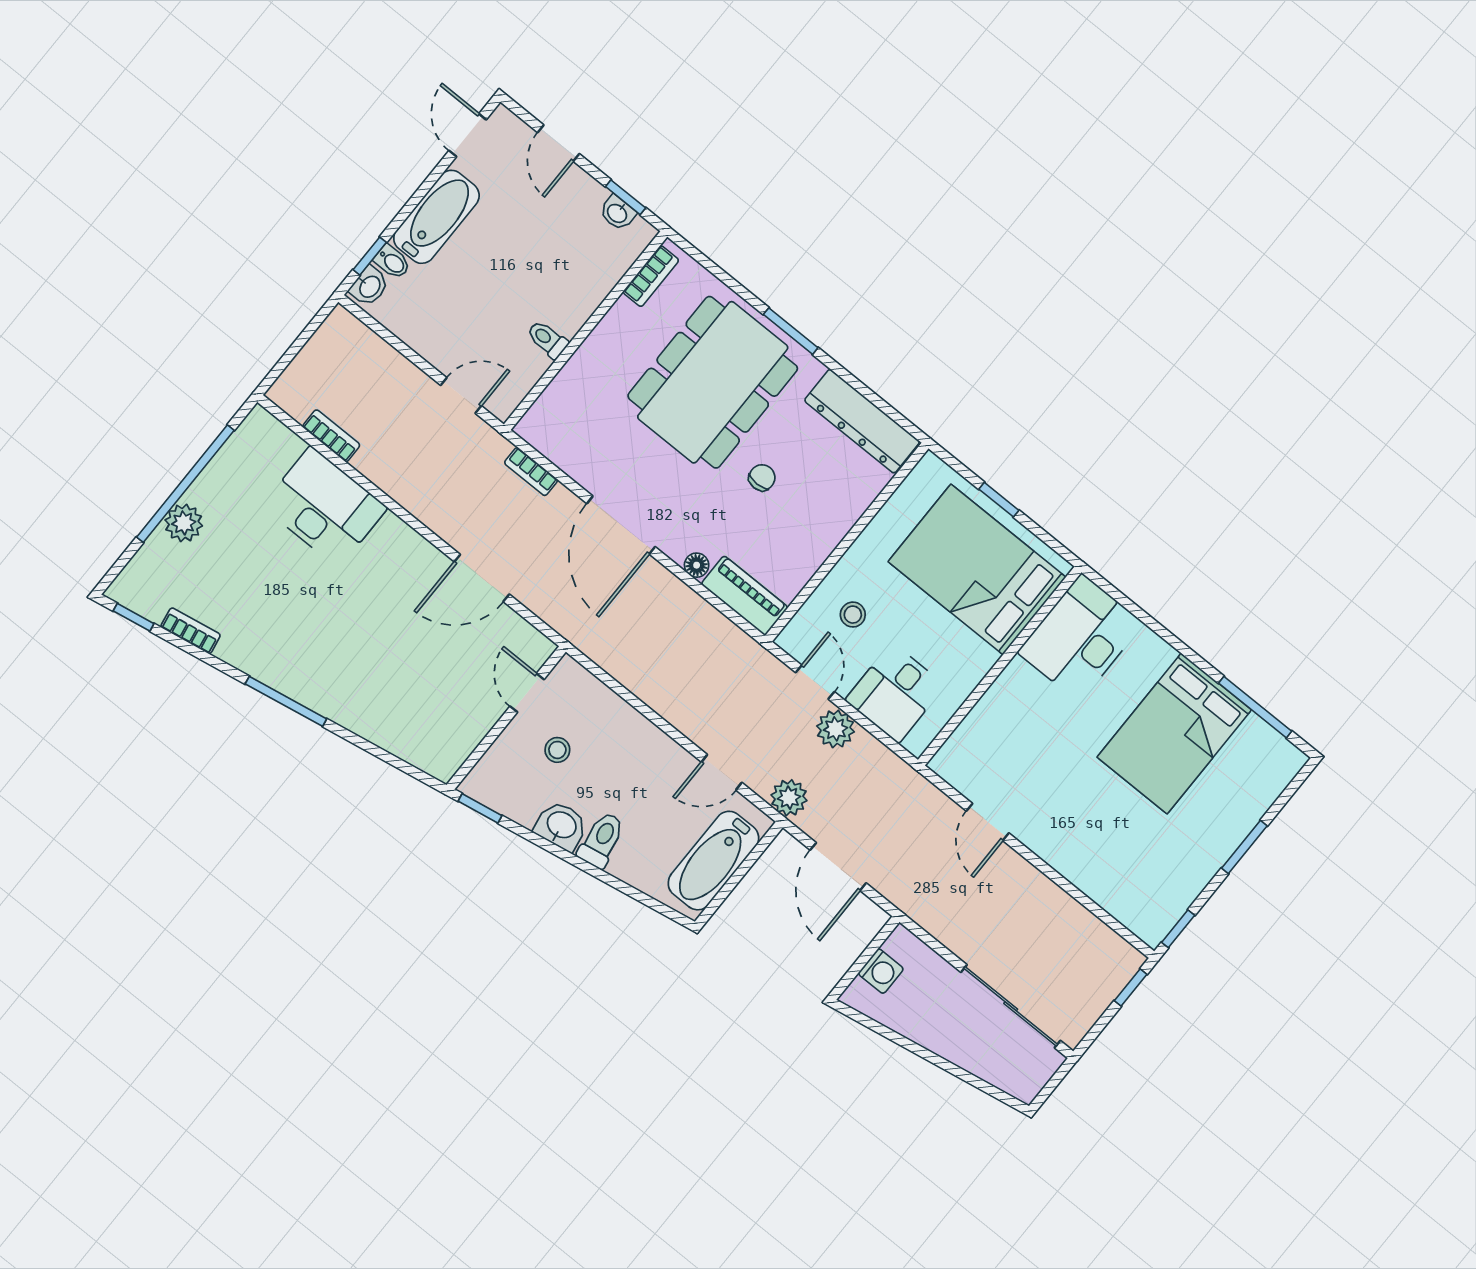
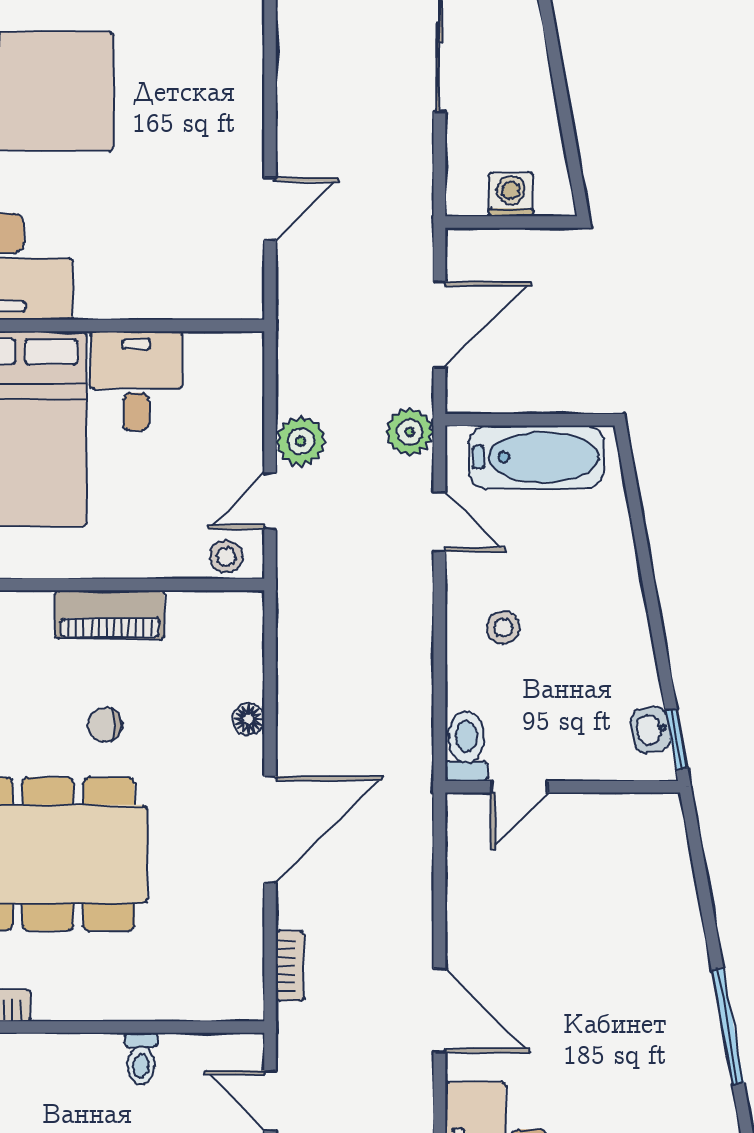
door: (482, 578) -> (439, 1011), moved
piano: (745, 596) -> (110, 615), moved, turned -90
stool: (853, 615) -> (226, 557), moved
desk: (895, 693) -> (136, 381), moved, turned -90
stool: (557, 750) -> (503, 628), moved
washbasin: (561, 826) -> (651, 730), moved, width x0.72, depth x0.69
toilet: (601, 840) -> (466, 746), moved, turned 100

